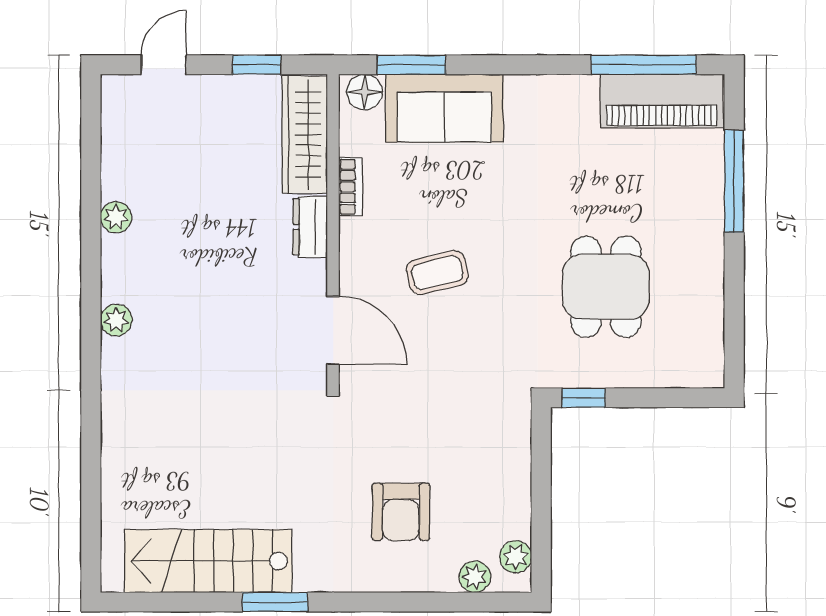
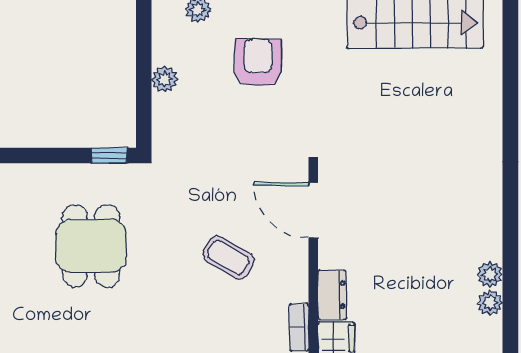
coffee table: (437, 273) -> (228, 257), turned 43
plant: (116, 320) -> (490, 274), moved
plant: (516, 557) -> (165, 79), moved

